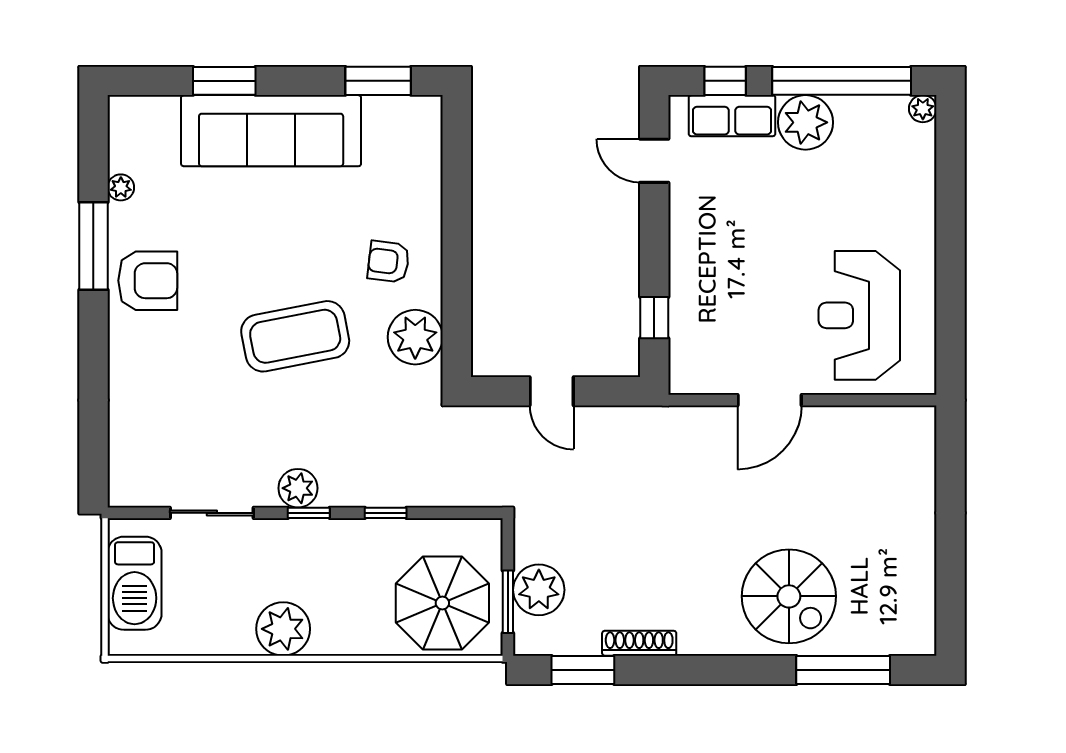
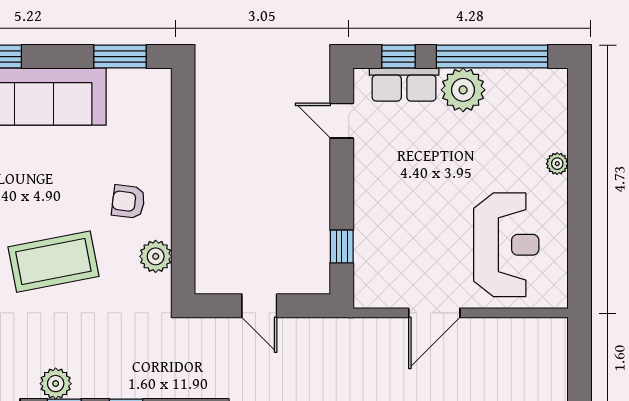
plant: (923, 109) -> (557, 164), moved
reception desk: (859, 315) -> (506, 245), turned 180
plant: (415, 337) -> (156, 256), width x0.73, depth x0.73

